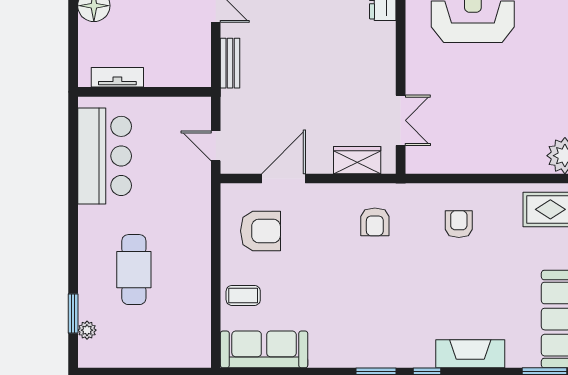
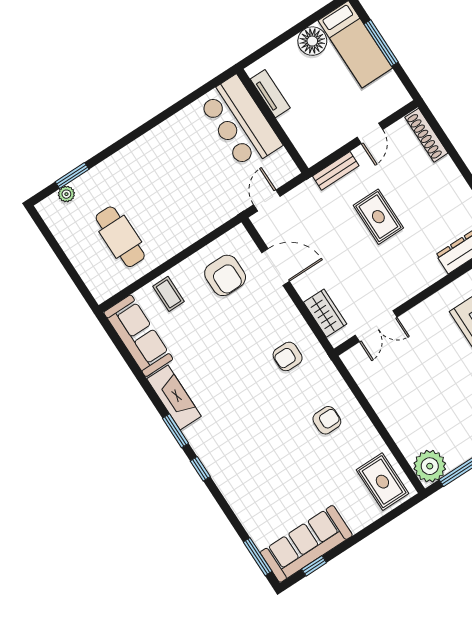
rug: (299, 51) -> (378, 217), added
bar counter: (105, 156) -> (240, 122), moved, turned 90
cafe table: (134, 270) -> (120, 237), moved, turned 90
fireplace: (470, 354) -> (174, 398), moved

